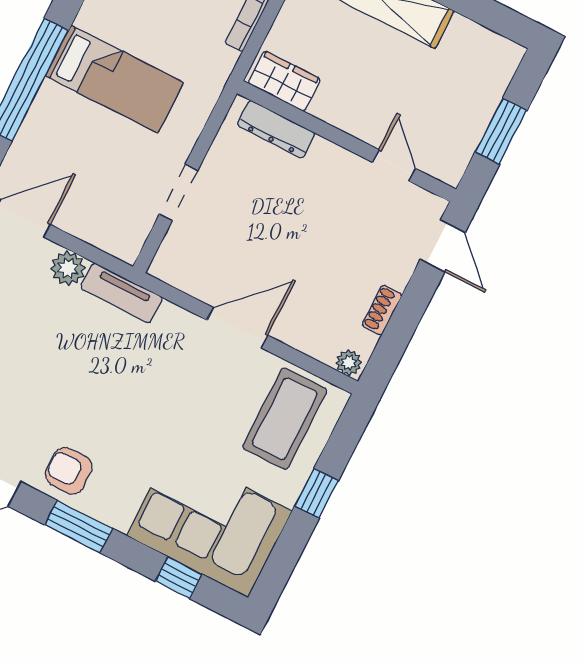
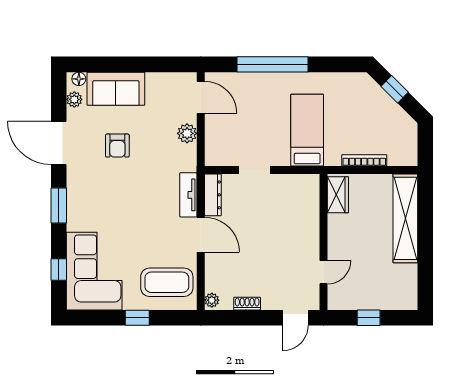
bed: (114, 79) -> (307, 130), moved, turned 180
dresser: (276, 129) -> (213, 195), moved, turned 180
window: (501, 131) -> (369, 318), width x0.67
tv unit: (122, 293) -> (188, 195), moved
armchair: (69, 471) -> (117, 146), moved, turned 180

